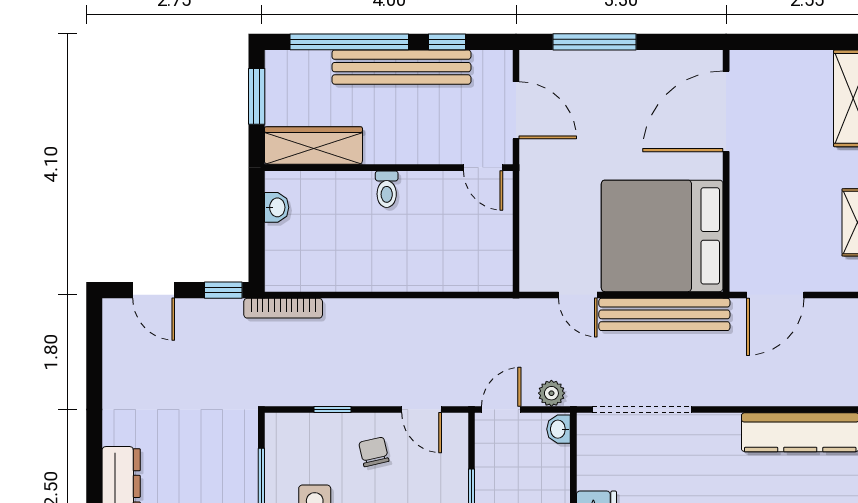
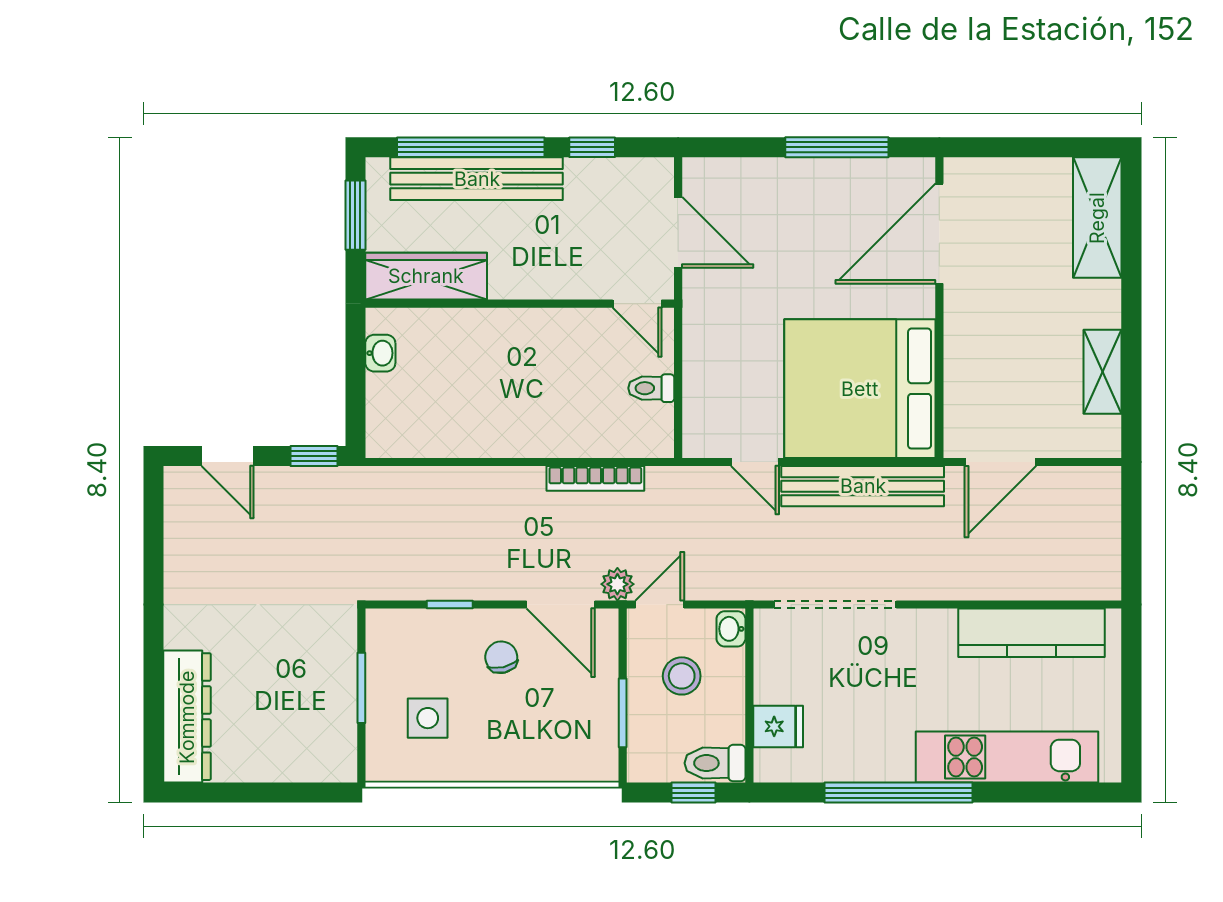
window: (595, 42) -> (837, 147), moved
bench: (401, 67) -> (477, 179), moved
toilet: (387, 189) -> (651, 388), moved, turned 90
bookcase: (283, 308) -> (595, 478), moved
plant: (551, 393) -> (617, 584), moved
door: (422, 410) -> (561, 605), width x1.38
stool: (519, 467) -> (682, 676), added

